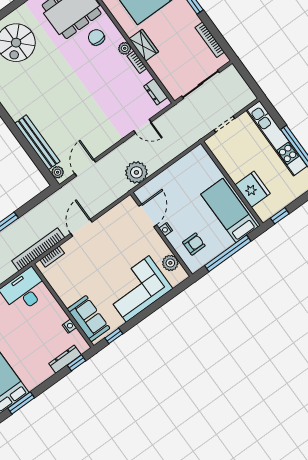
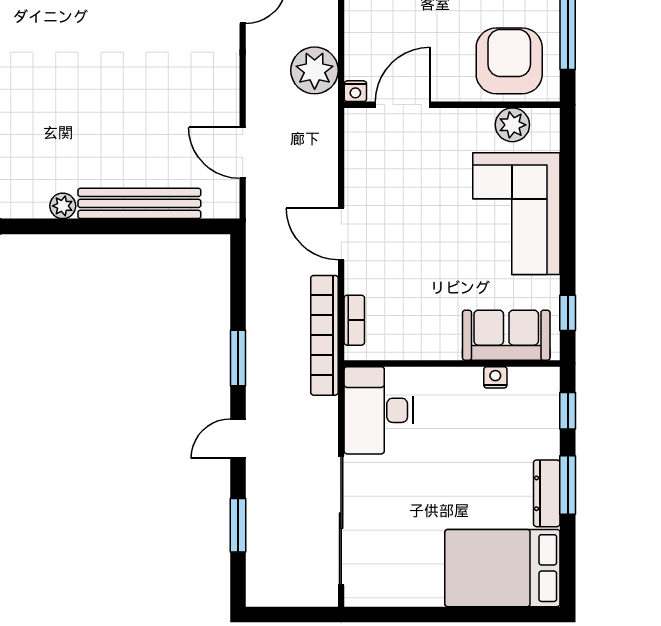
plant: (58, 172) -> (63, 206), moved
door: (148, 215) -> (403, 105), hinge flipped
nightstand: (166, 229) -> (355, 91), moved
armchair: (194, 244) -> (509, 61), width x1.88, depth x1.88
dresser: (65, 359) -> (547, 493), moved
window: (21, 403) -> (568, 485), moved

